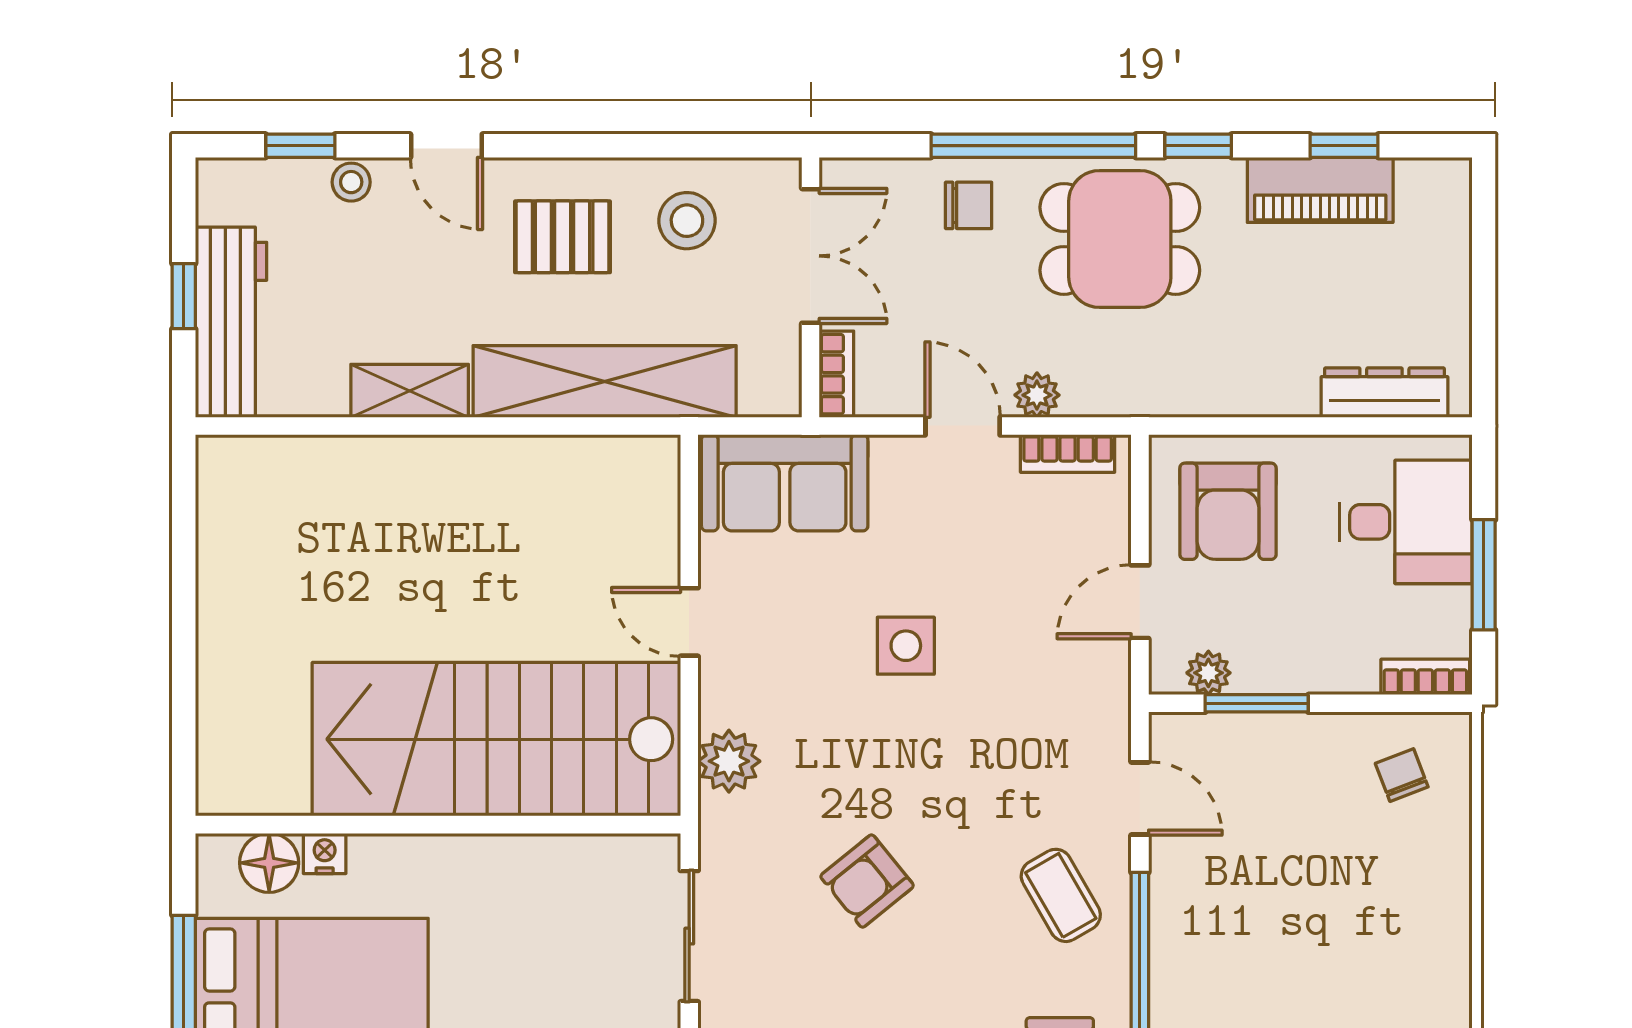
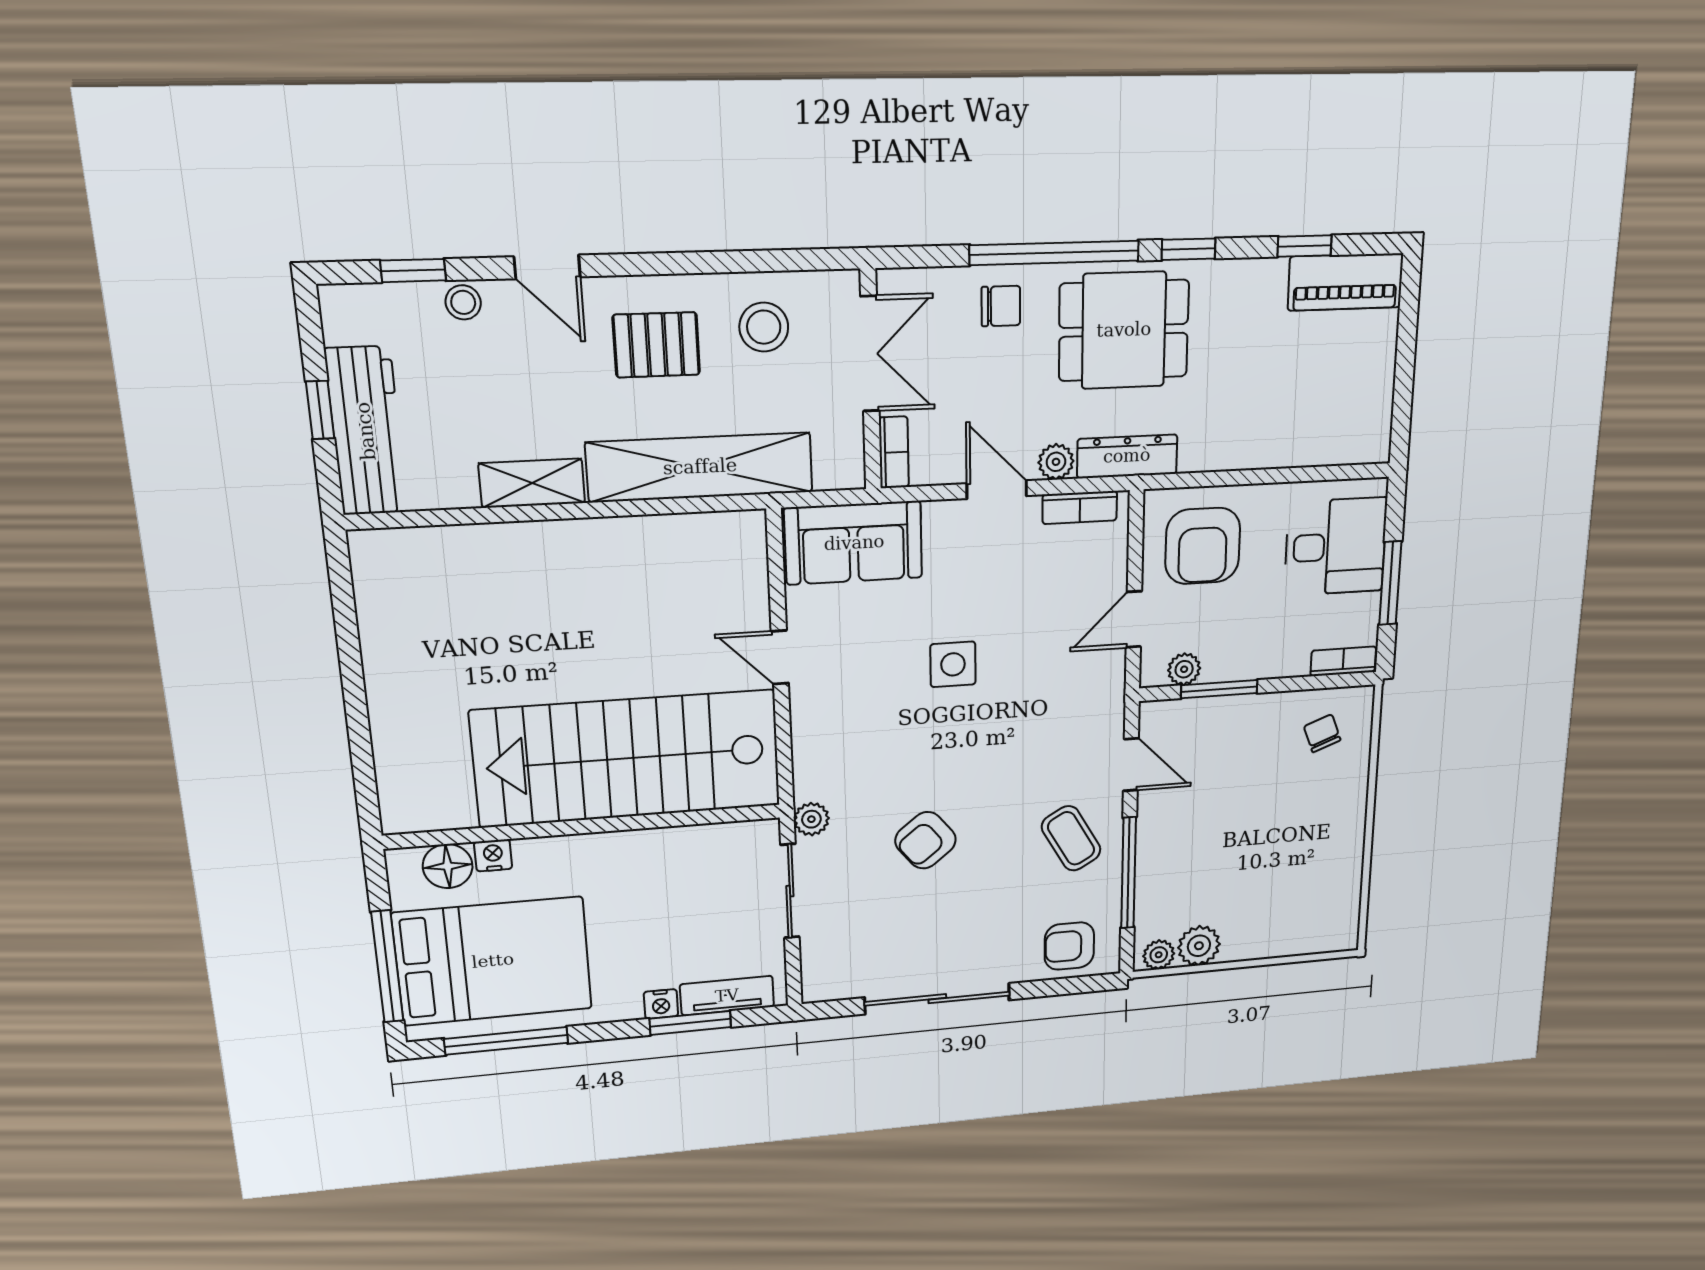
piano: (1320, 190) -> (1346, 282), moved
dresser: (1384, 393) -> (1127, 456), moved
plant: (729, 761) -> (811, 819), moved, width x0.73, depth x0.73

